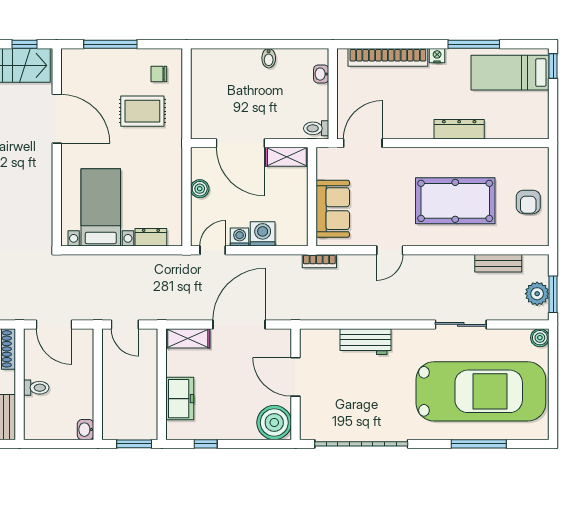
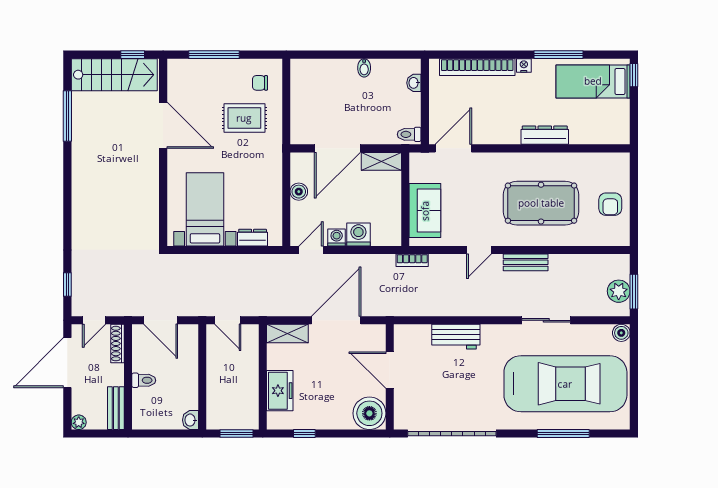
door: (240, 143) -> (337, 148), hinge flipped
bench: (498, 263) -> (526, 262), moved

